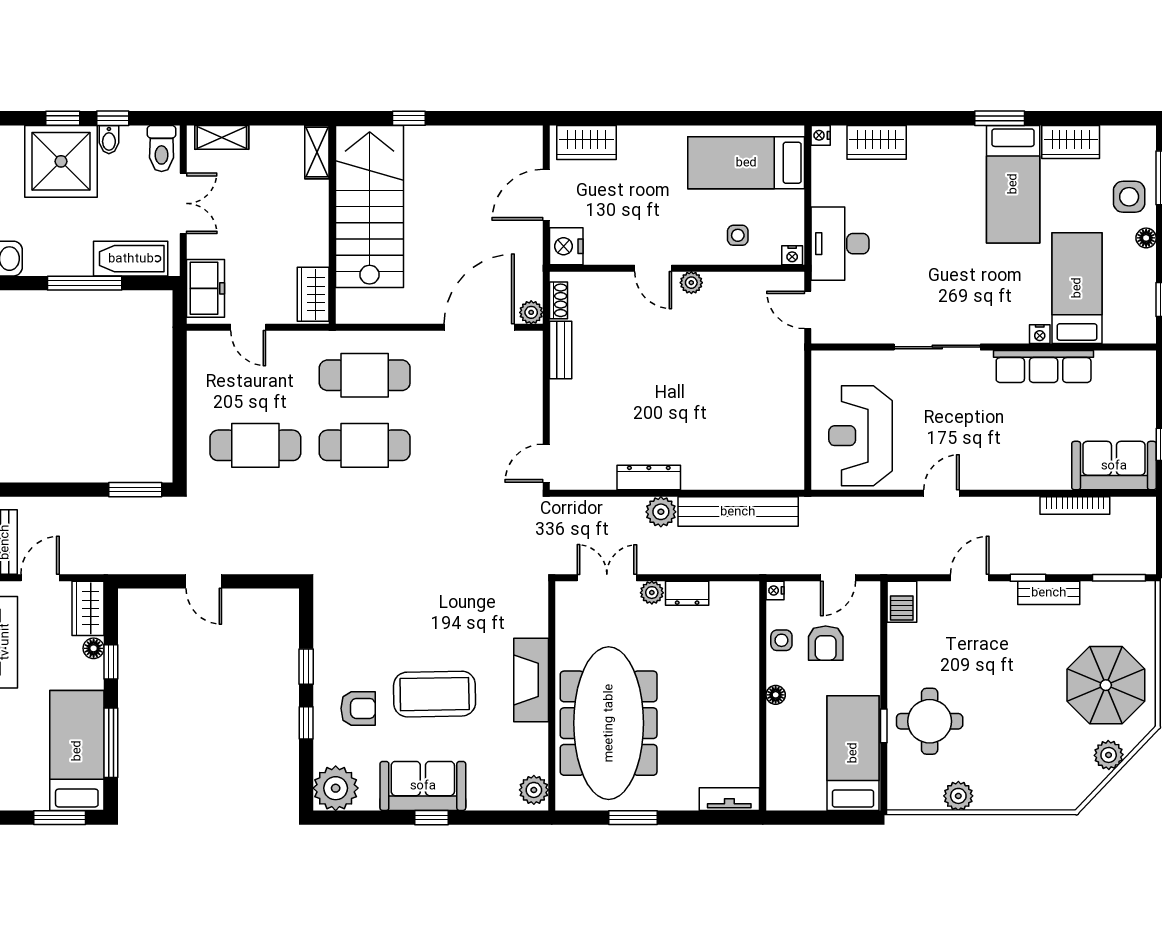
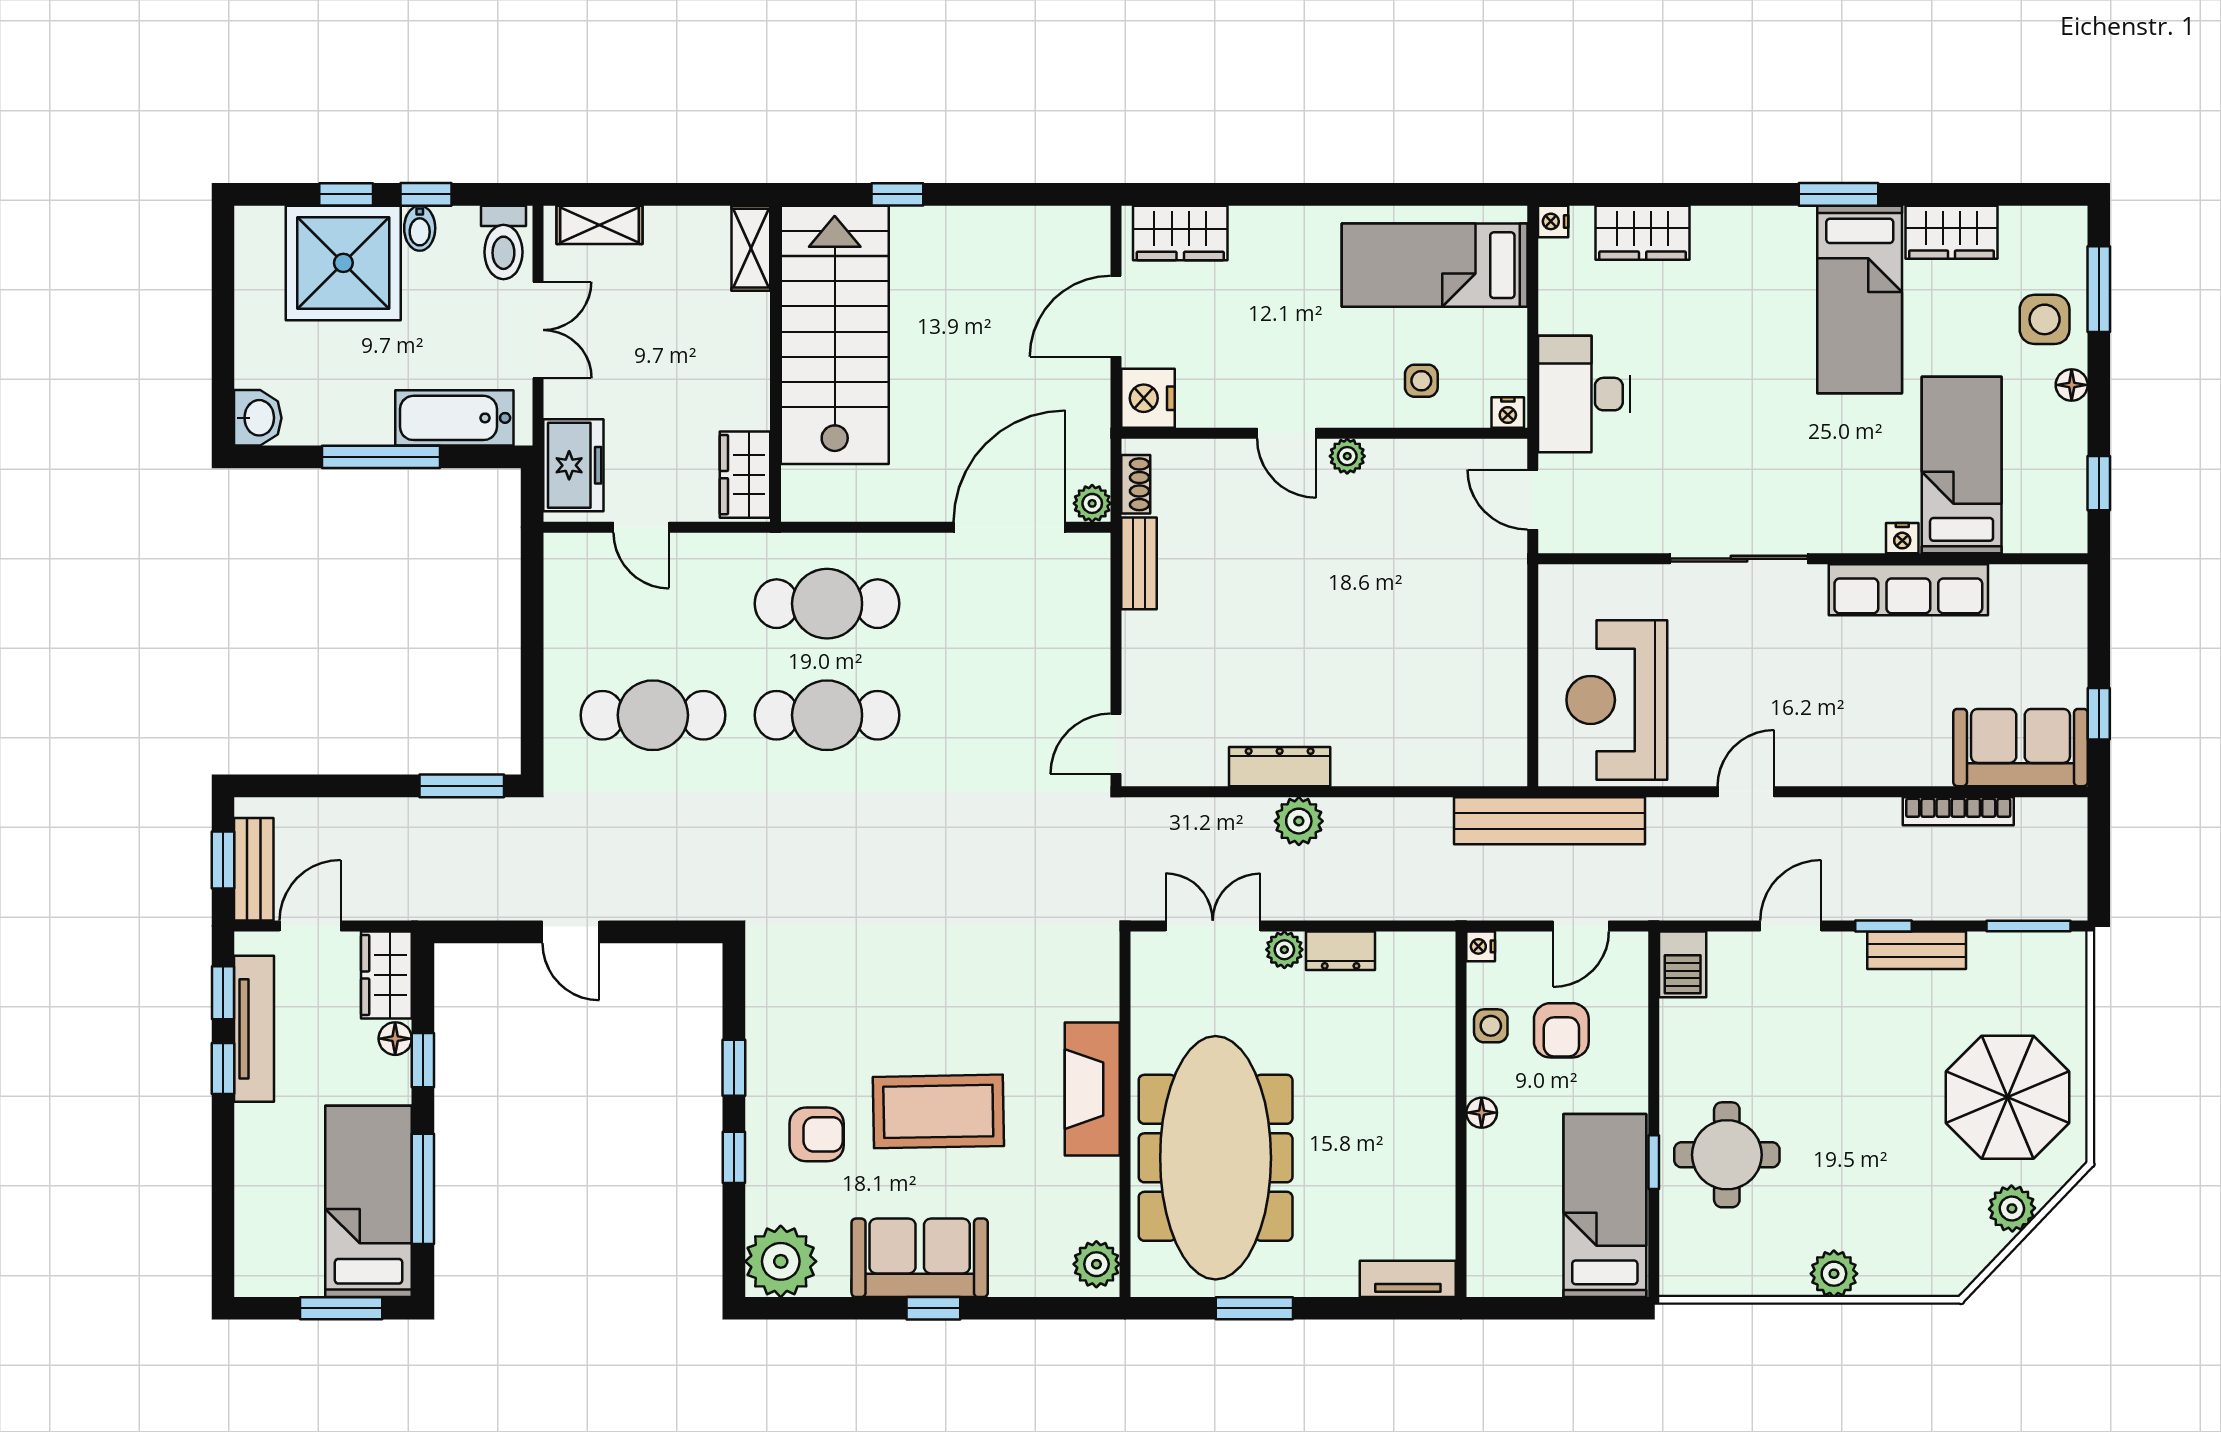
bench: (738, 512) -> (1549, 821), moved
plant: (958, 796) -> (1834, 1274), moved

